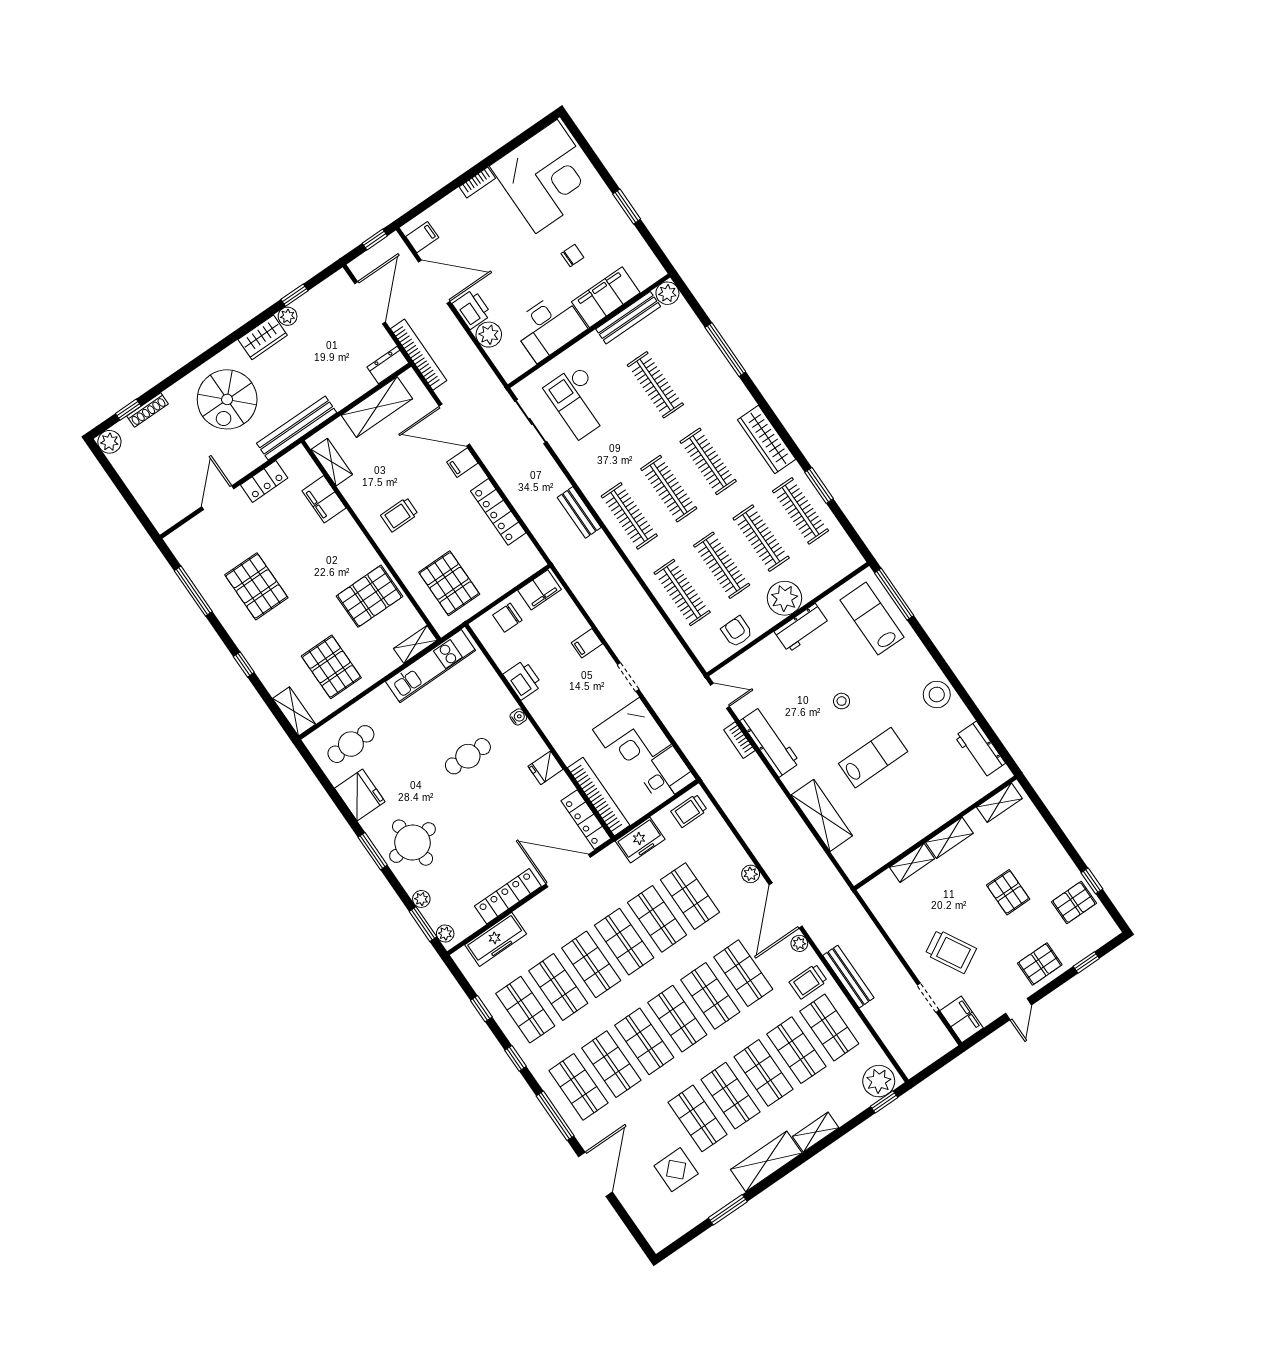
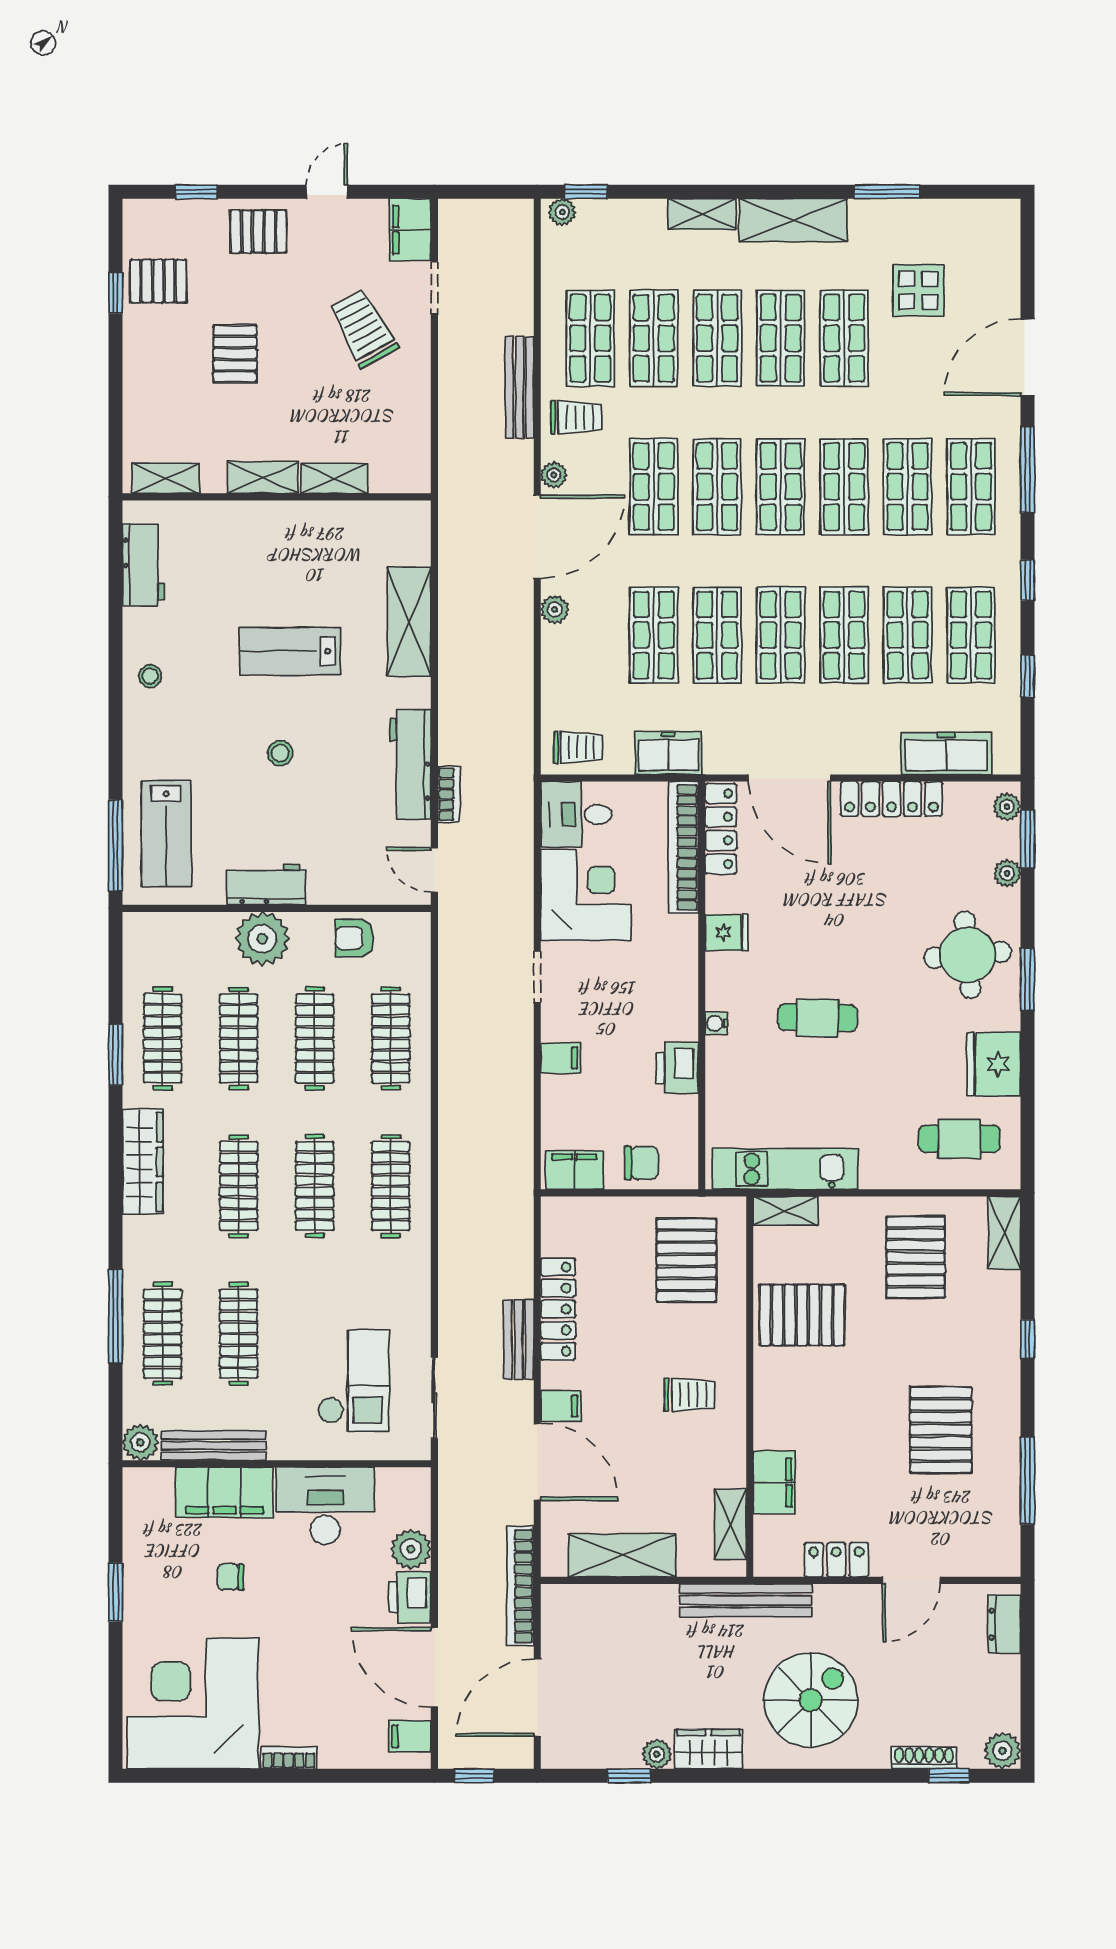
clothes rail: (695, 358) -> (163, 1334), added
dresser: (388, 365) -> (1004, 1624), moved, turned 90
bench: (579, 512) -> (519, 1340), moved
armchair: (737, 632) -> (354, 938), turned 90
stool: (937, 695) -> (150, 676), width x0.53, depth x0.53
plant: (879, 1081) -> (562, 212), width x0.53, depth x0.53

